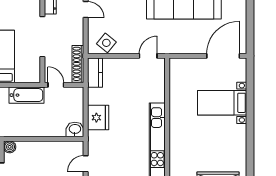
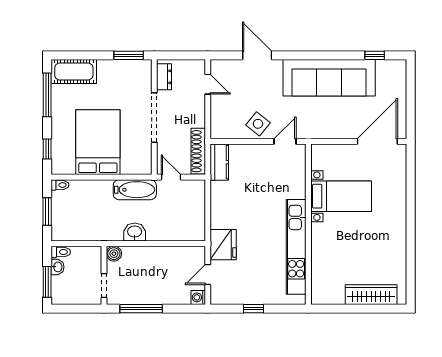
side table: (106, 43) -> (258, 124), moved
bed with nightstands: (222, 103) -> (341, 196), moved, turned 180
fridge: (98, 118) -> (223, 245), moved
washbasin: (75, 129) -> (135, 232), moved

